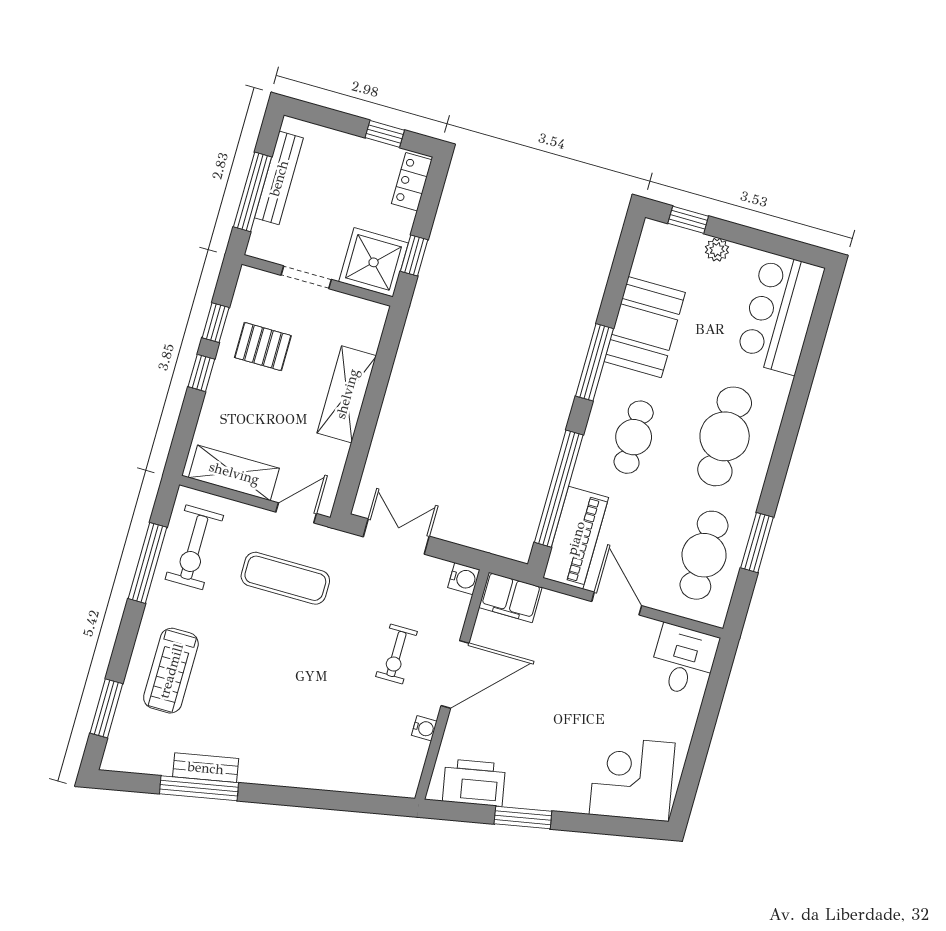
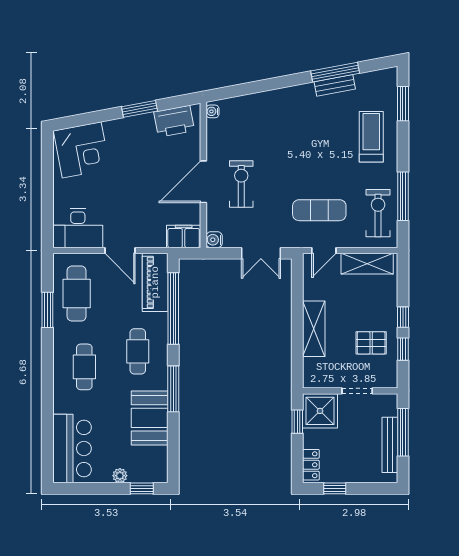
cafe table: (725, 436) -> (84, 367), width x0.73, depth x0.74
exercise bike: (396, 654) -> (241, 184), width x1.38, depth x1.39
desk: (684, 660) -> (78, 228), width x1.37
water cooler: (424, 728) -> (212, 111), moved

